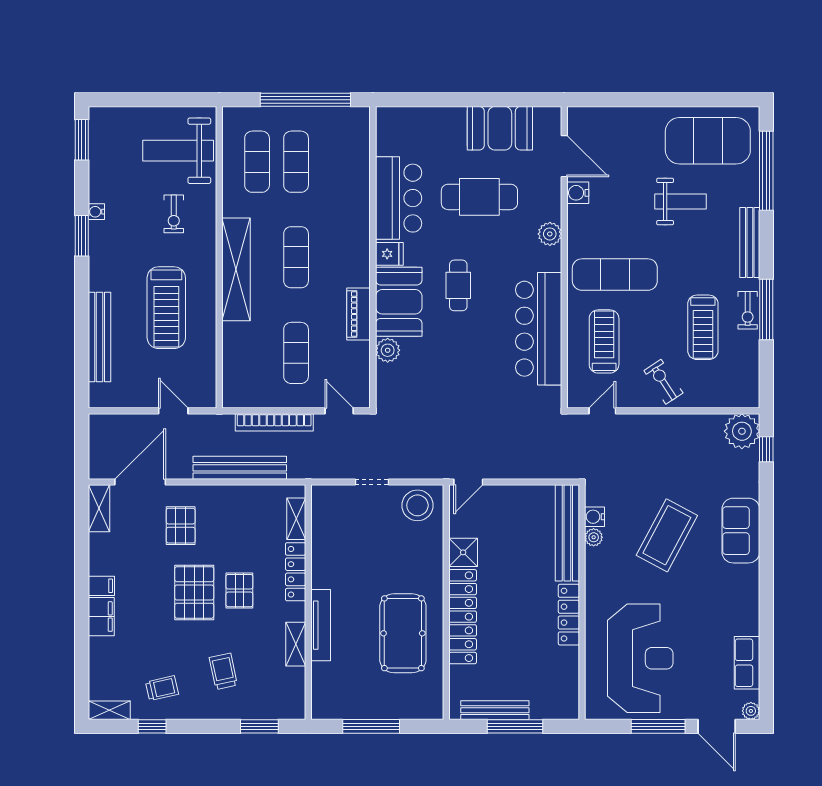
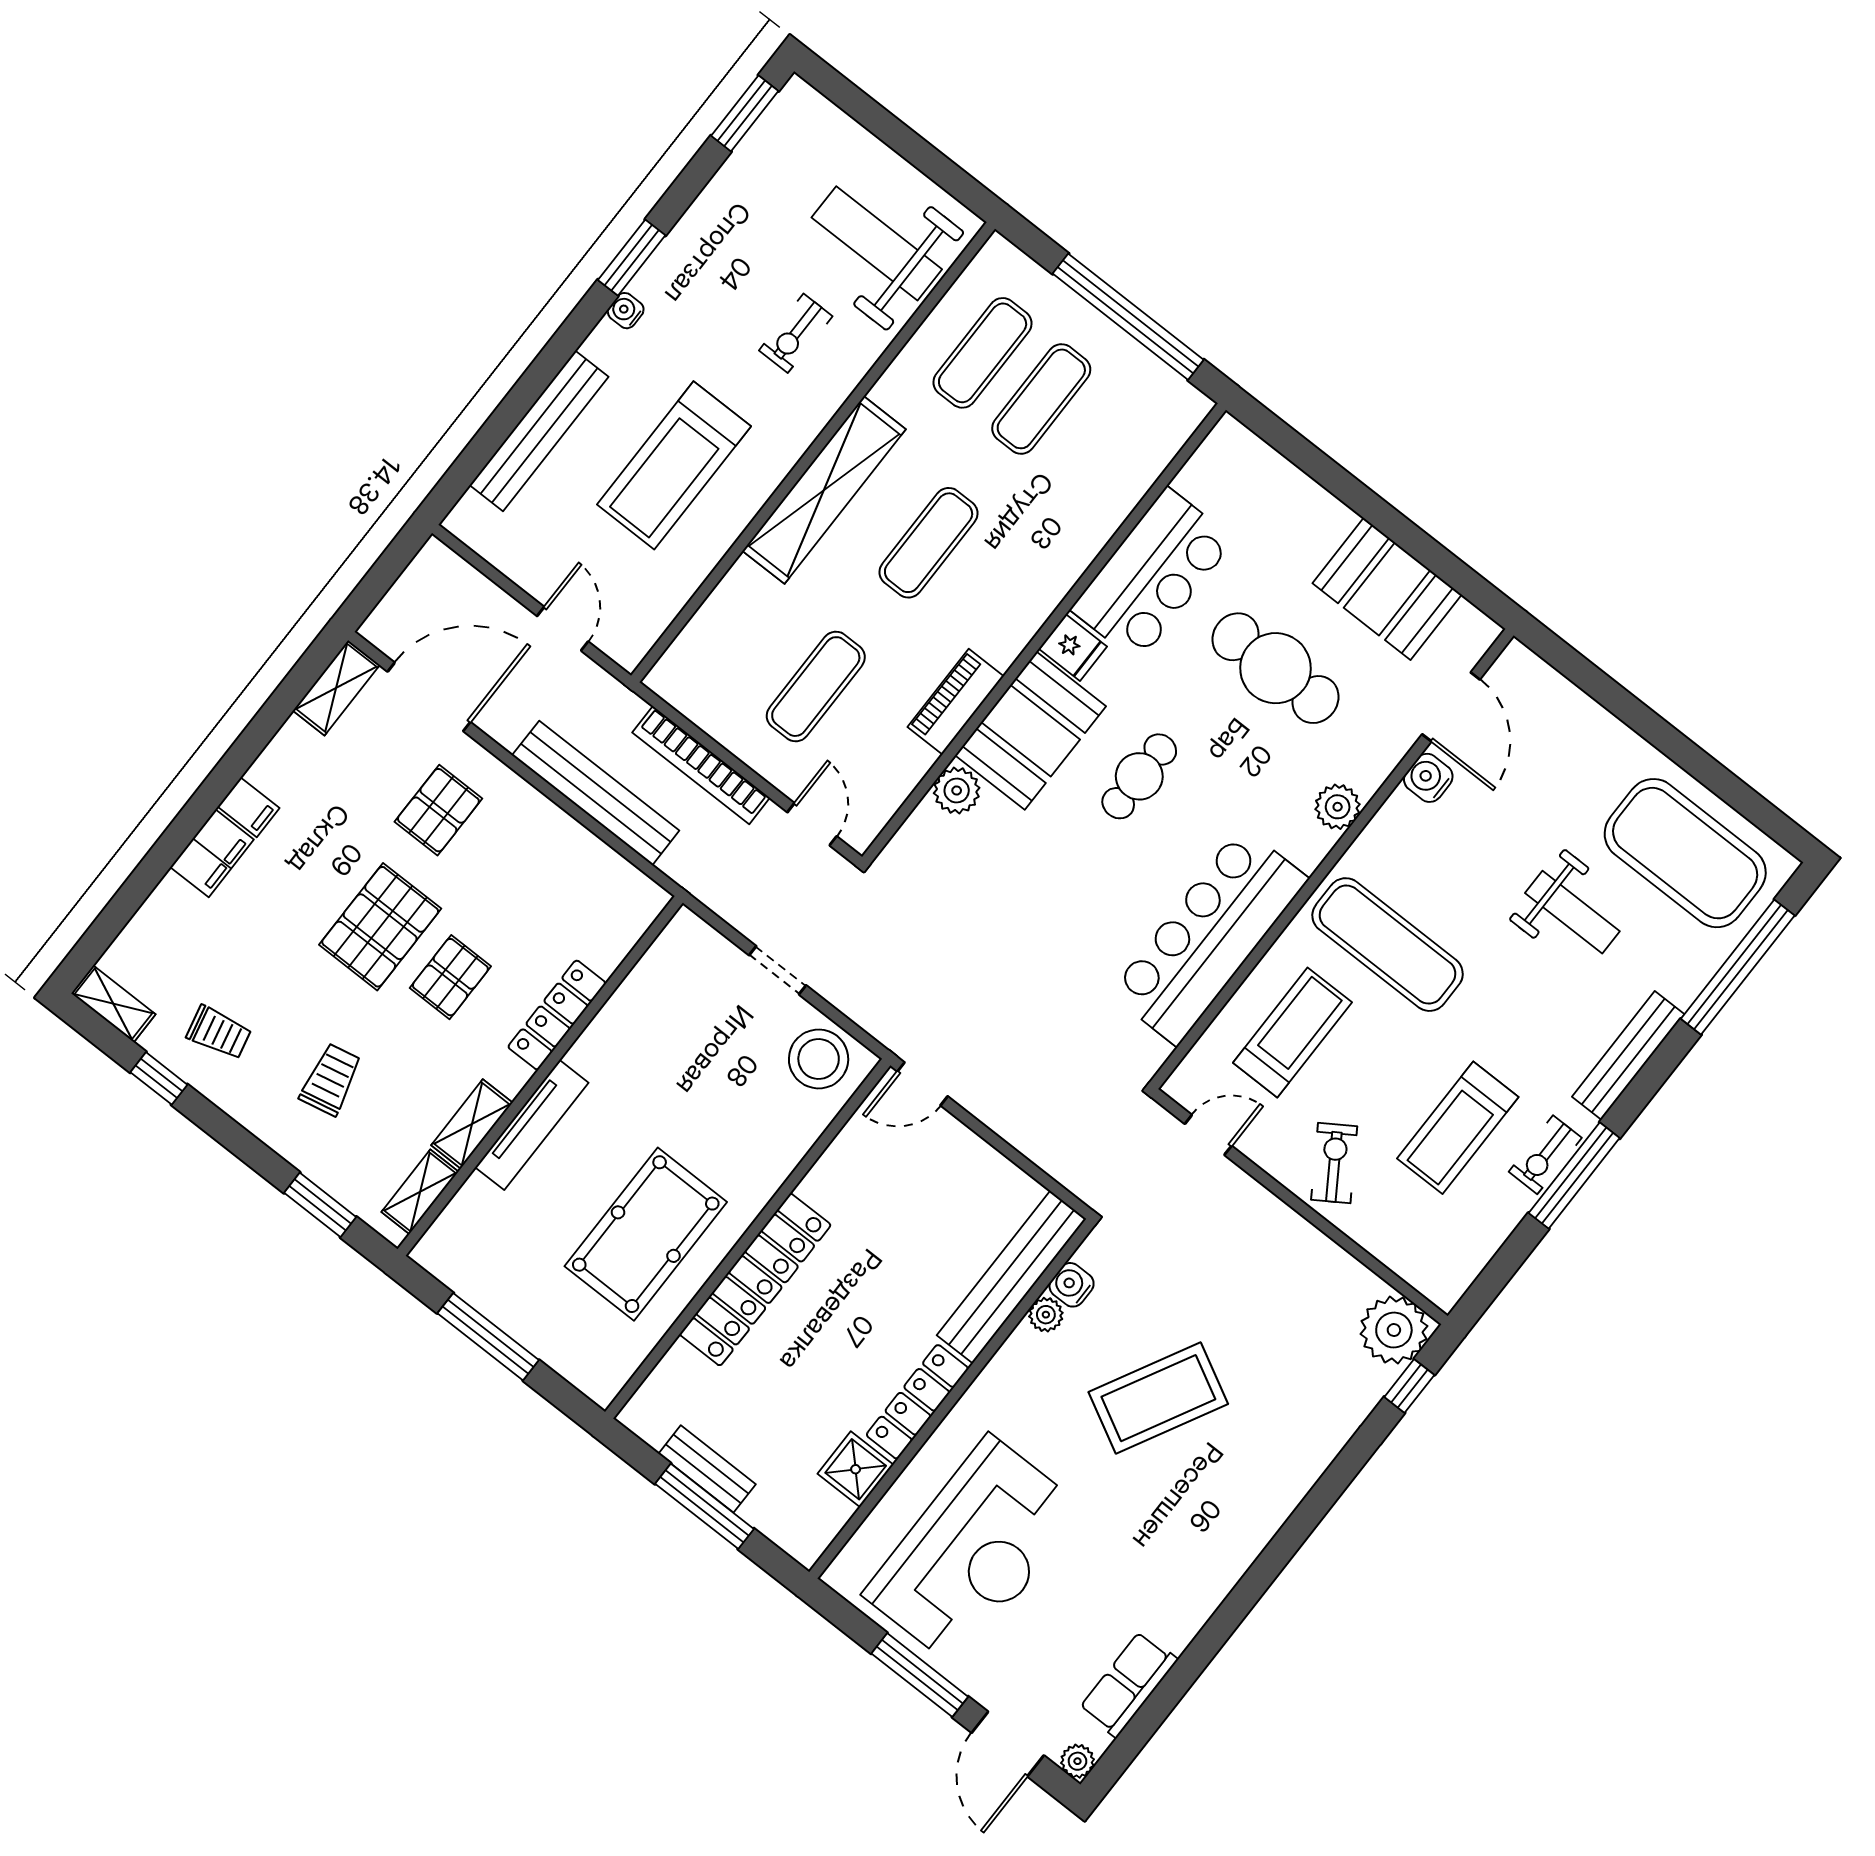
water cooler: (96, 212) -> (626, 311), moved
shelving: (296, 519) -> (420, 1192), moved
sofa: (741, 531) -> (1275, 1478), removed
shower: (463, 552) -> (856, 1469), moved
bench: (495, 710) -> (707, 1469), width x0.73

